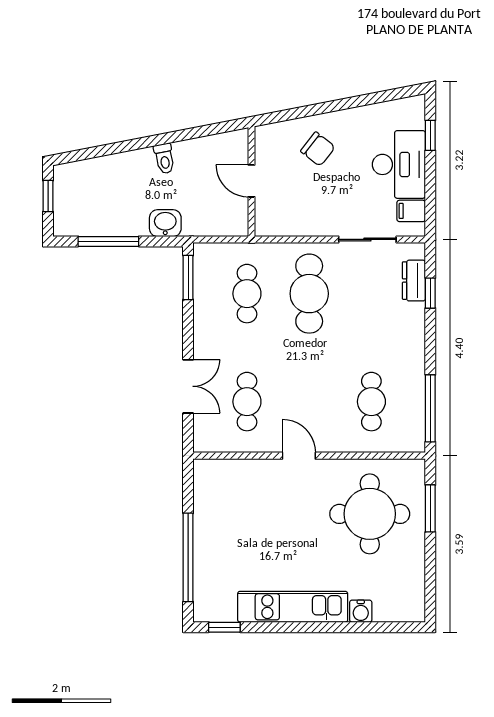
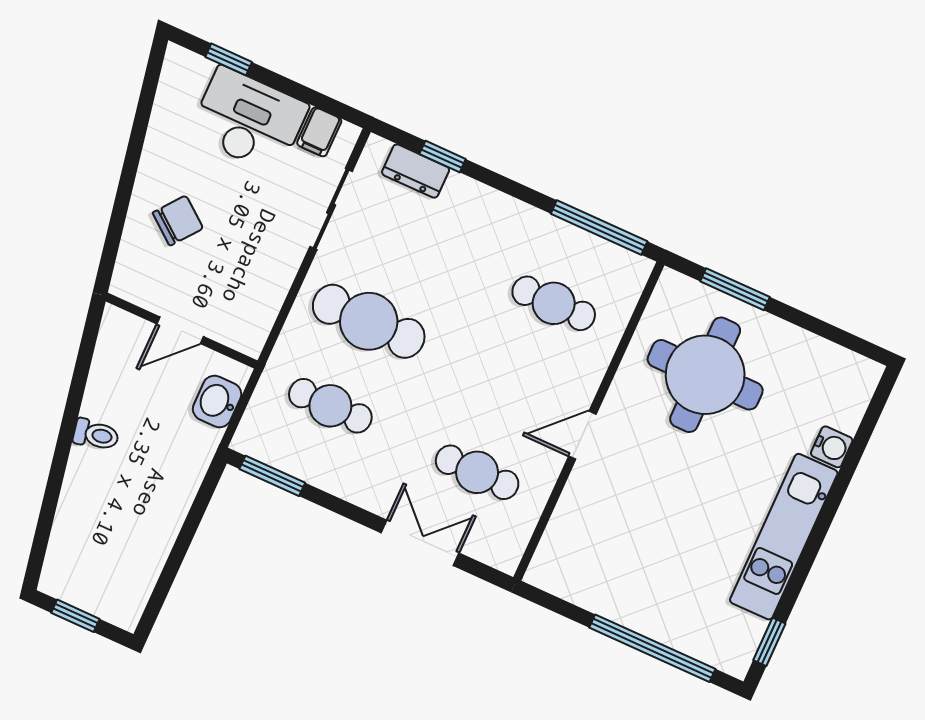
washbasin: (165, 223) -> (217, 401), moved
window: (108, 241) -> (174, 562), removed

